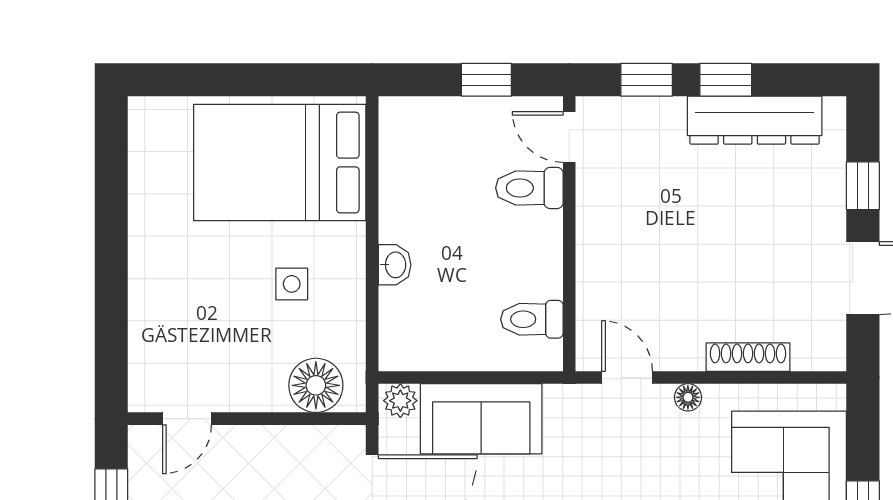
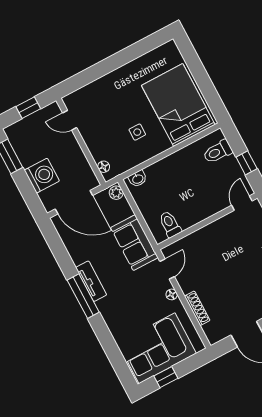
toilet: (529, 188) -> (218, 152), moved, turned -90
washbasin: (395, 265) -> (138, 179), moved
floor lamp: (316, 385) -> (104, 167), width x0.53, depth x0.53
sofa: (481, 419) -> (134, 243), moved

